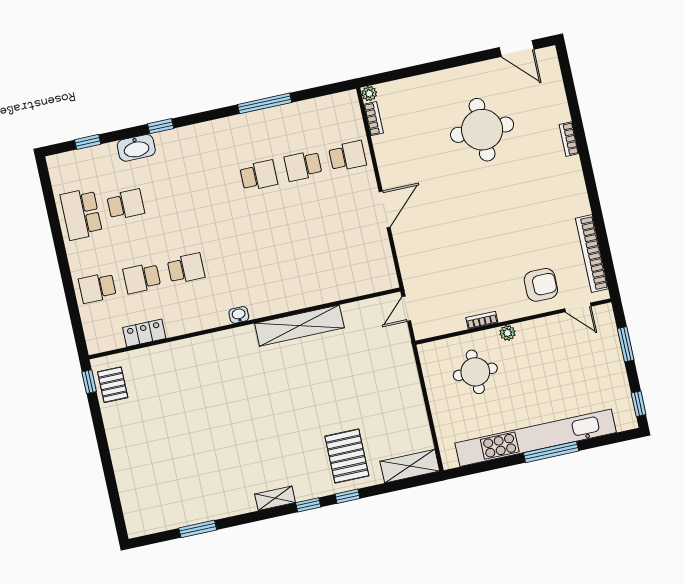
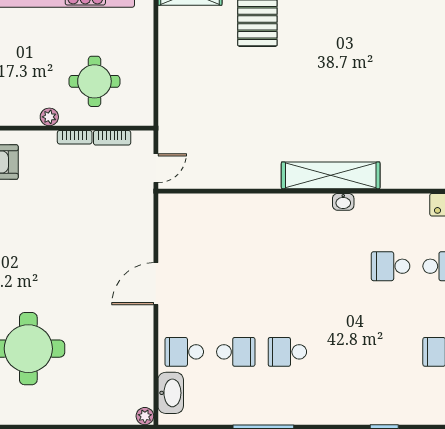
bookcase: (374, 119) -> (112, 138), moved, turned -90
washbasin: (136, 148) -> (171, 393), moved, turned 90
shelving: (299, 326) -> (331, 175), moved

